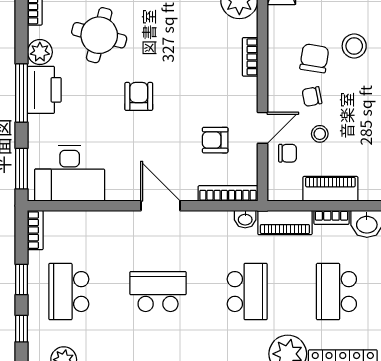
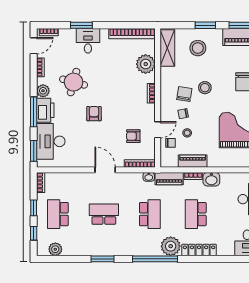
desk: (70, 173) -> (51, 141), moved, turned 90

